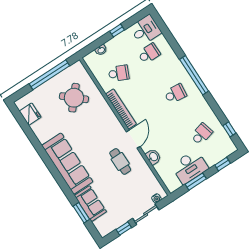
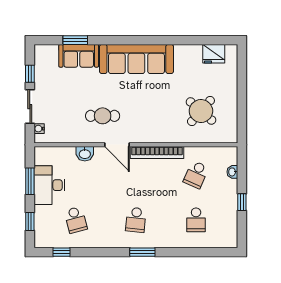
desk: (146, 30) -> (223, 232), removed
window: (49, 75) -> (242, 101), removed
window: (194, 75) -> (142, 252), width x0.47

